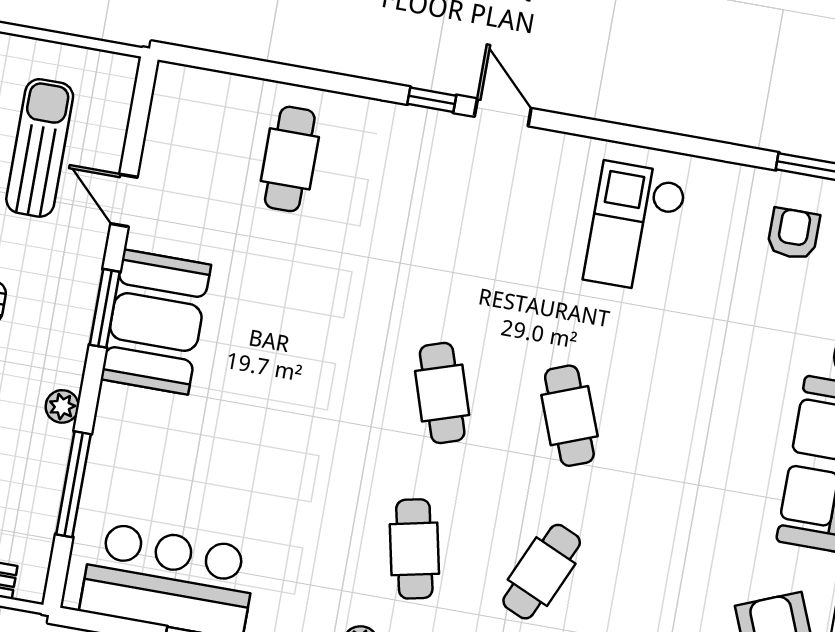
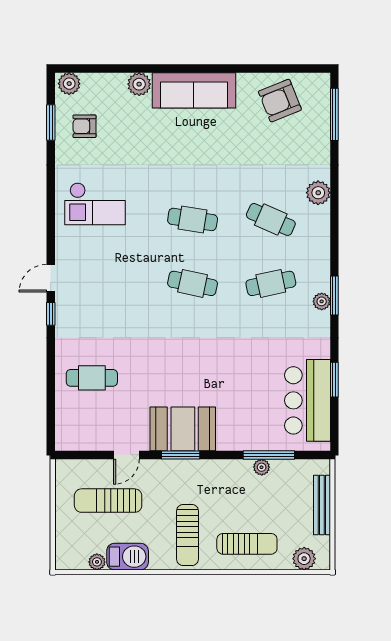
cafe table: (442, 393) -> (193, 283), turned 30
plant: (62, 406) -> (262, 467), moved
cafe table: (569, 416) -> (193, 219), turned 30

